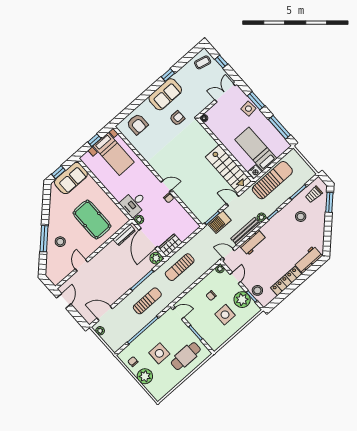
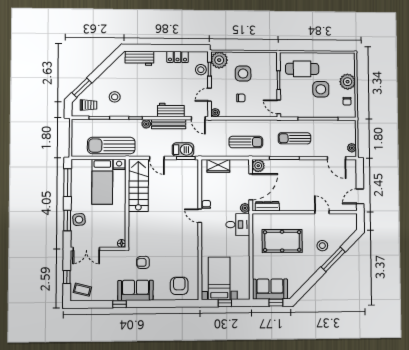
pool table: (92, 220) -> (282, 241), turned 90
wardrobe: (170, 245) -> (218, 166), moved
door: (81, 265) -> (322, 212), swing flipped
locker: (286, 281) -> (178, 57), width x0.66
plant: (242, 300) -> (219, 60), moved

